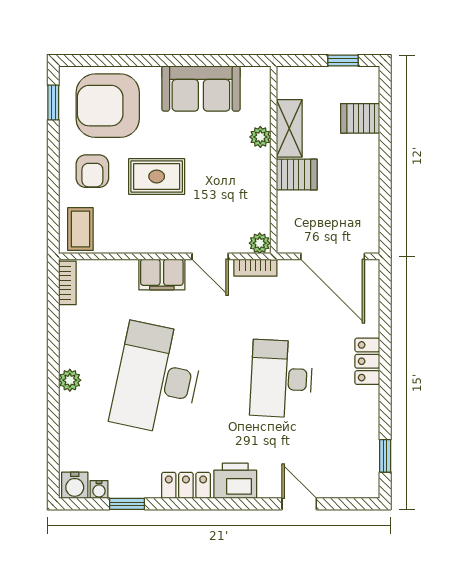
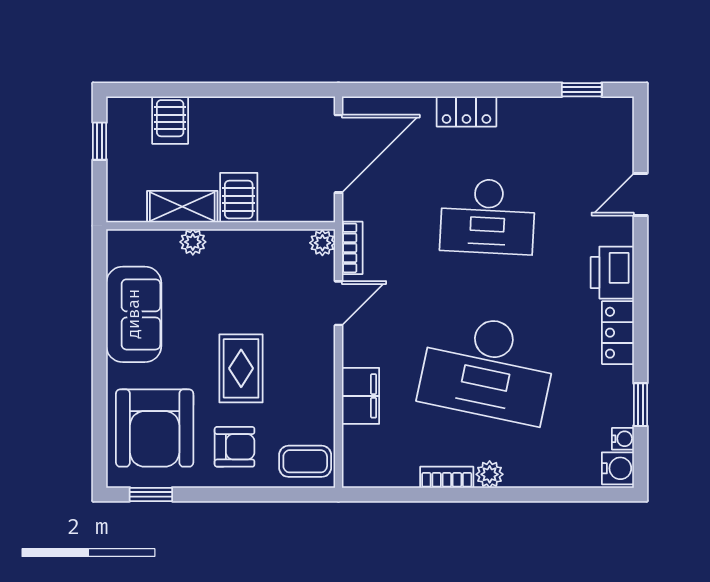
filing cabinet: (162, 274) -> (360, 396), moved
bookcase: (67, 283) -> (447, 477), moved

